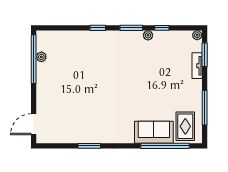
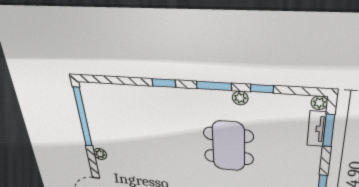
plant: (41, 57) -> (100, 154), moved
tv unit: (197, 66) -> (317, 129), moved
dining table: (140, 73) -> (229, 146), added

